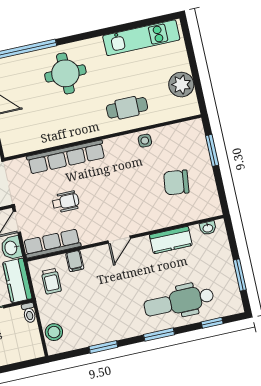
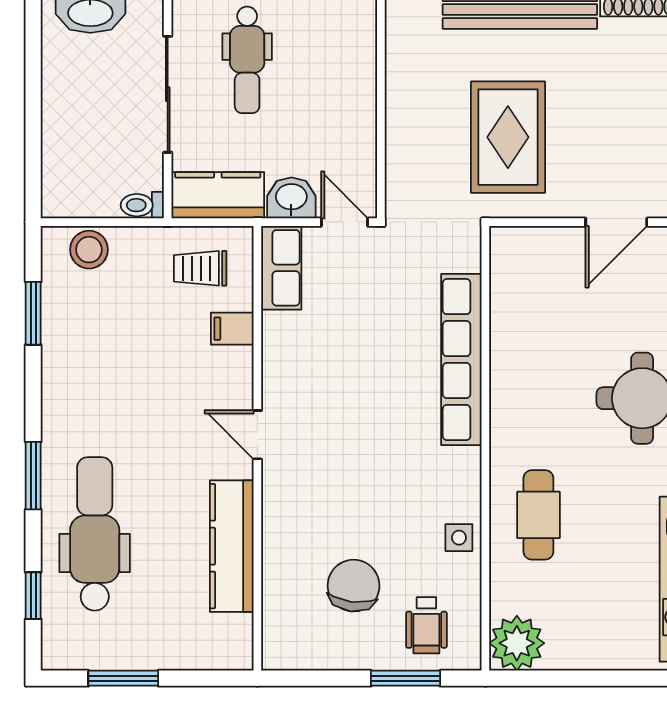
plant: (181, 85) -> (517, 643), moved
wheelchair: (66, 202) -> (426, 625), moved
washbasin: (208, 228) -> (240, 632), removed
kitchen counter: (171, 240) -> (232, 546), width x1.50
row of seats: (52, 243) -> (281, 268), width x0.68
window: (103, 347) -> (33, 313), moved

